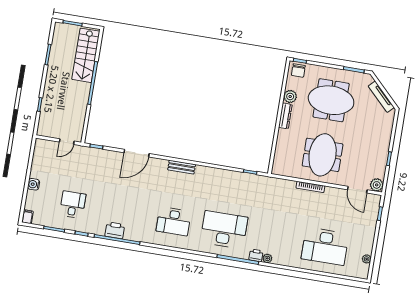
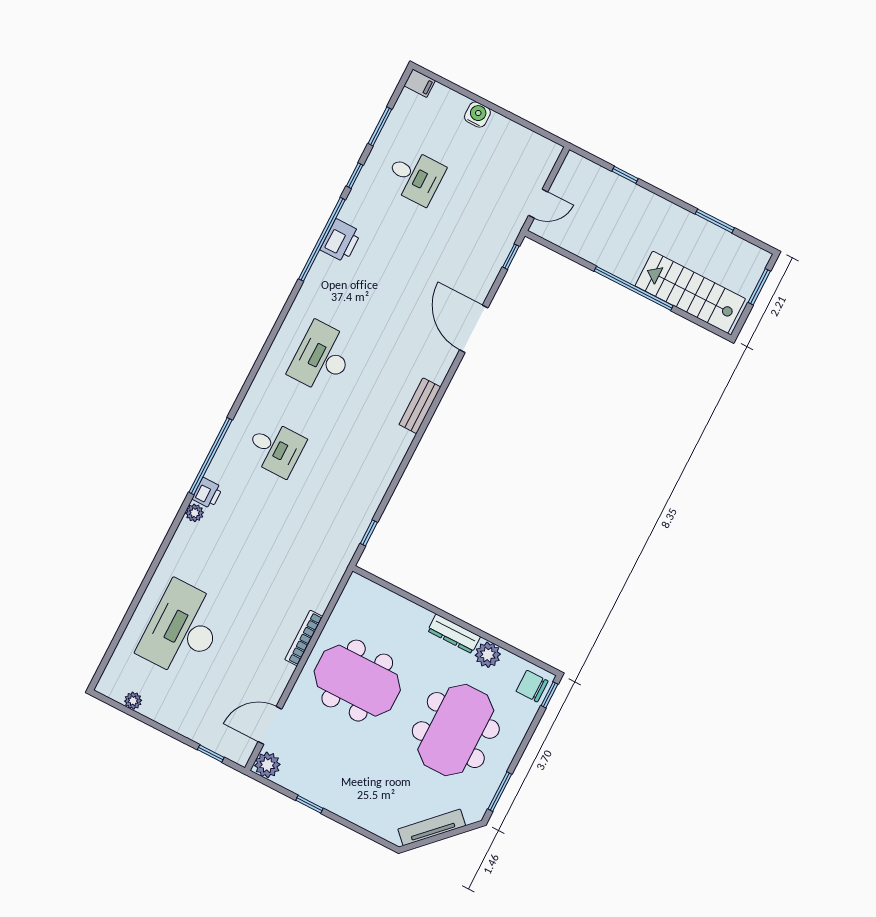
door: (67, 142) -> (538, 204), swing flipped
desk: (224, 230) -> (275, 448), width x0.53, depth x0.77

